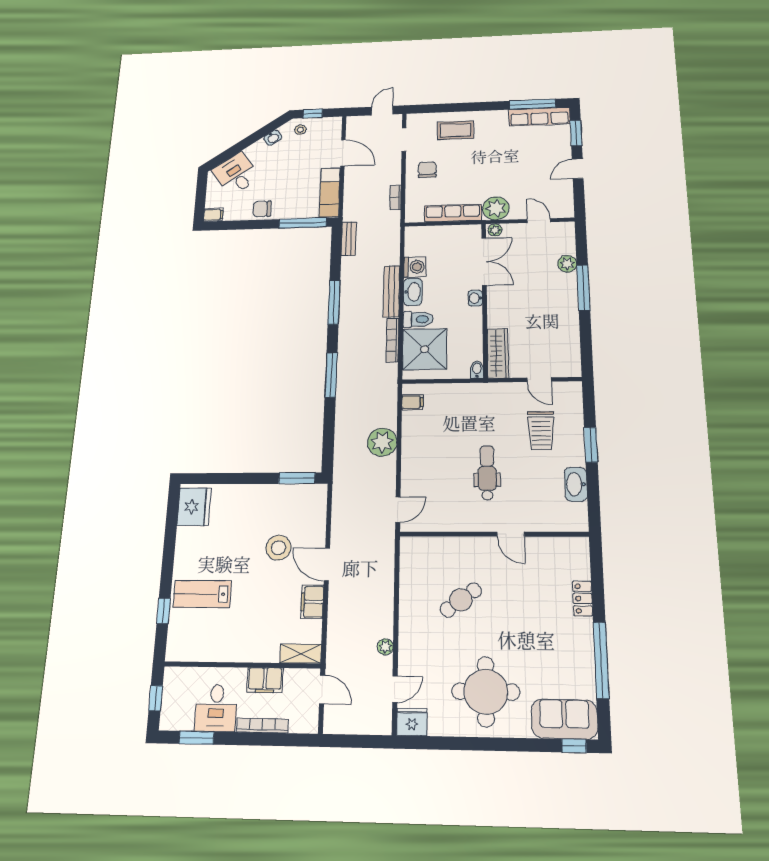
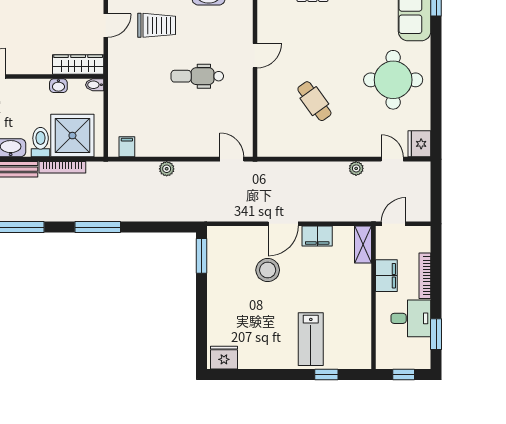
washbasin: (475, 298) -> (58, 86), moved
plant: (382, 442) -> (167, 169), width x0.53, depth x0.53
fridge: (194, 507) -> (224, 358), width x0.73, depth x0.75

